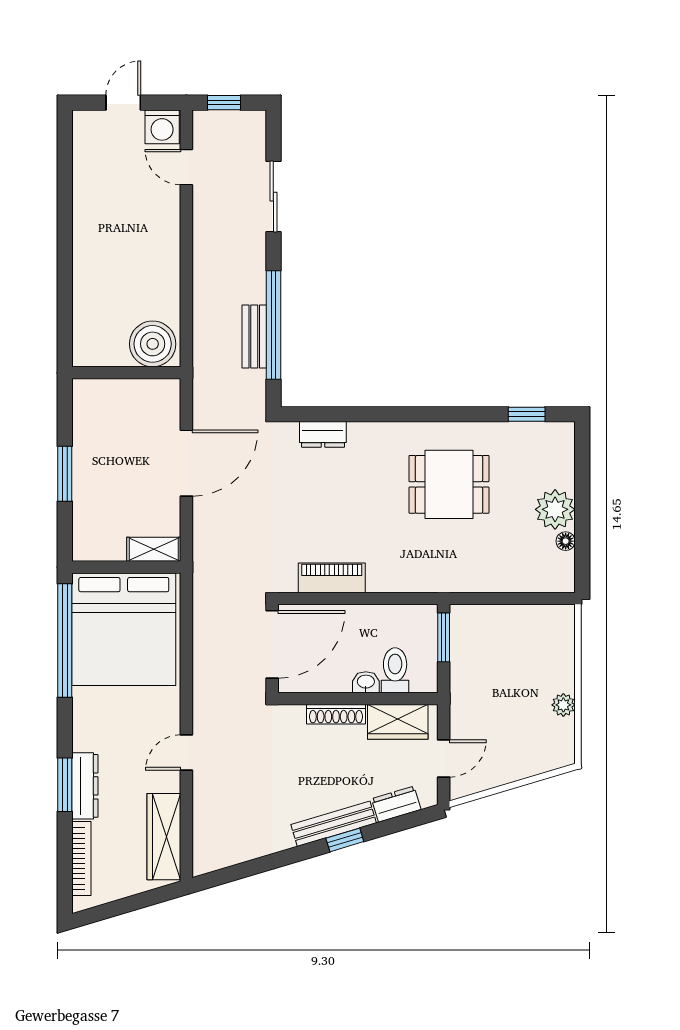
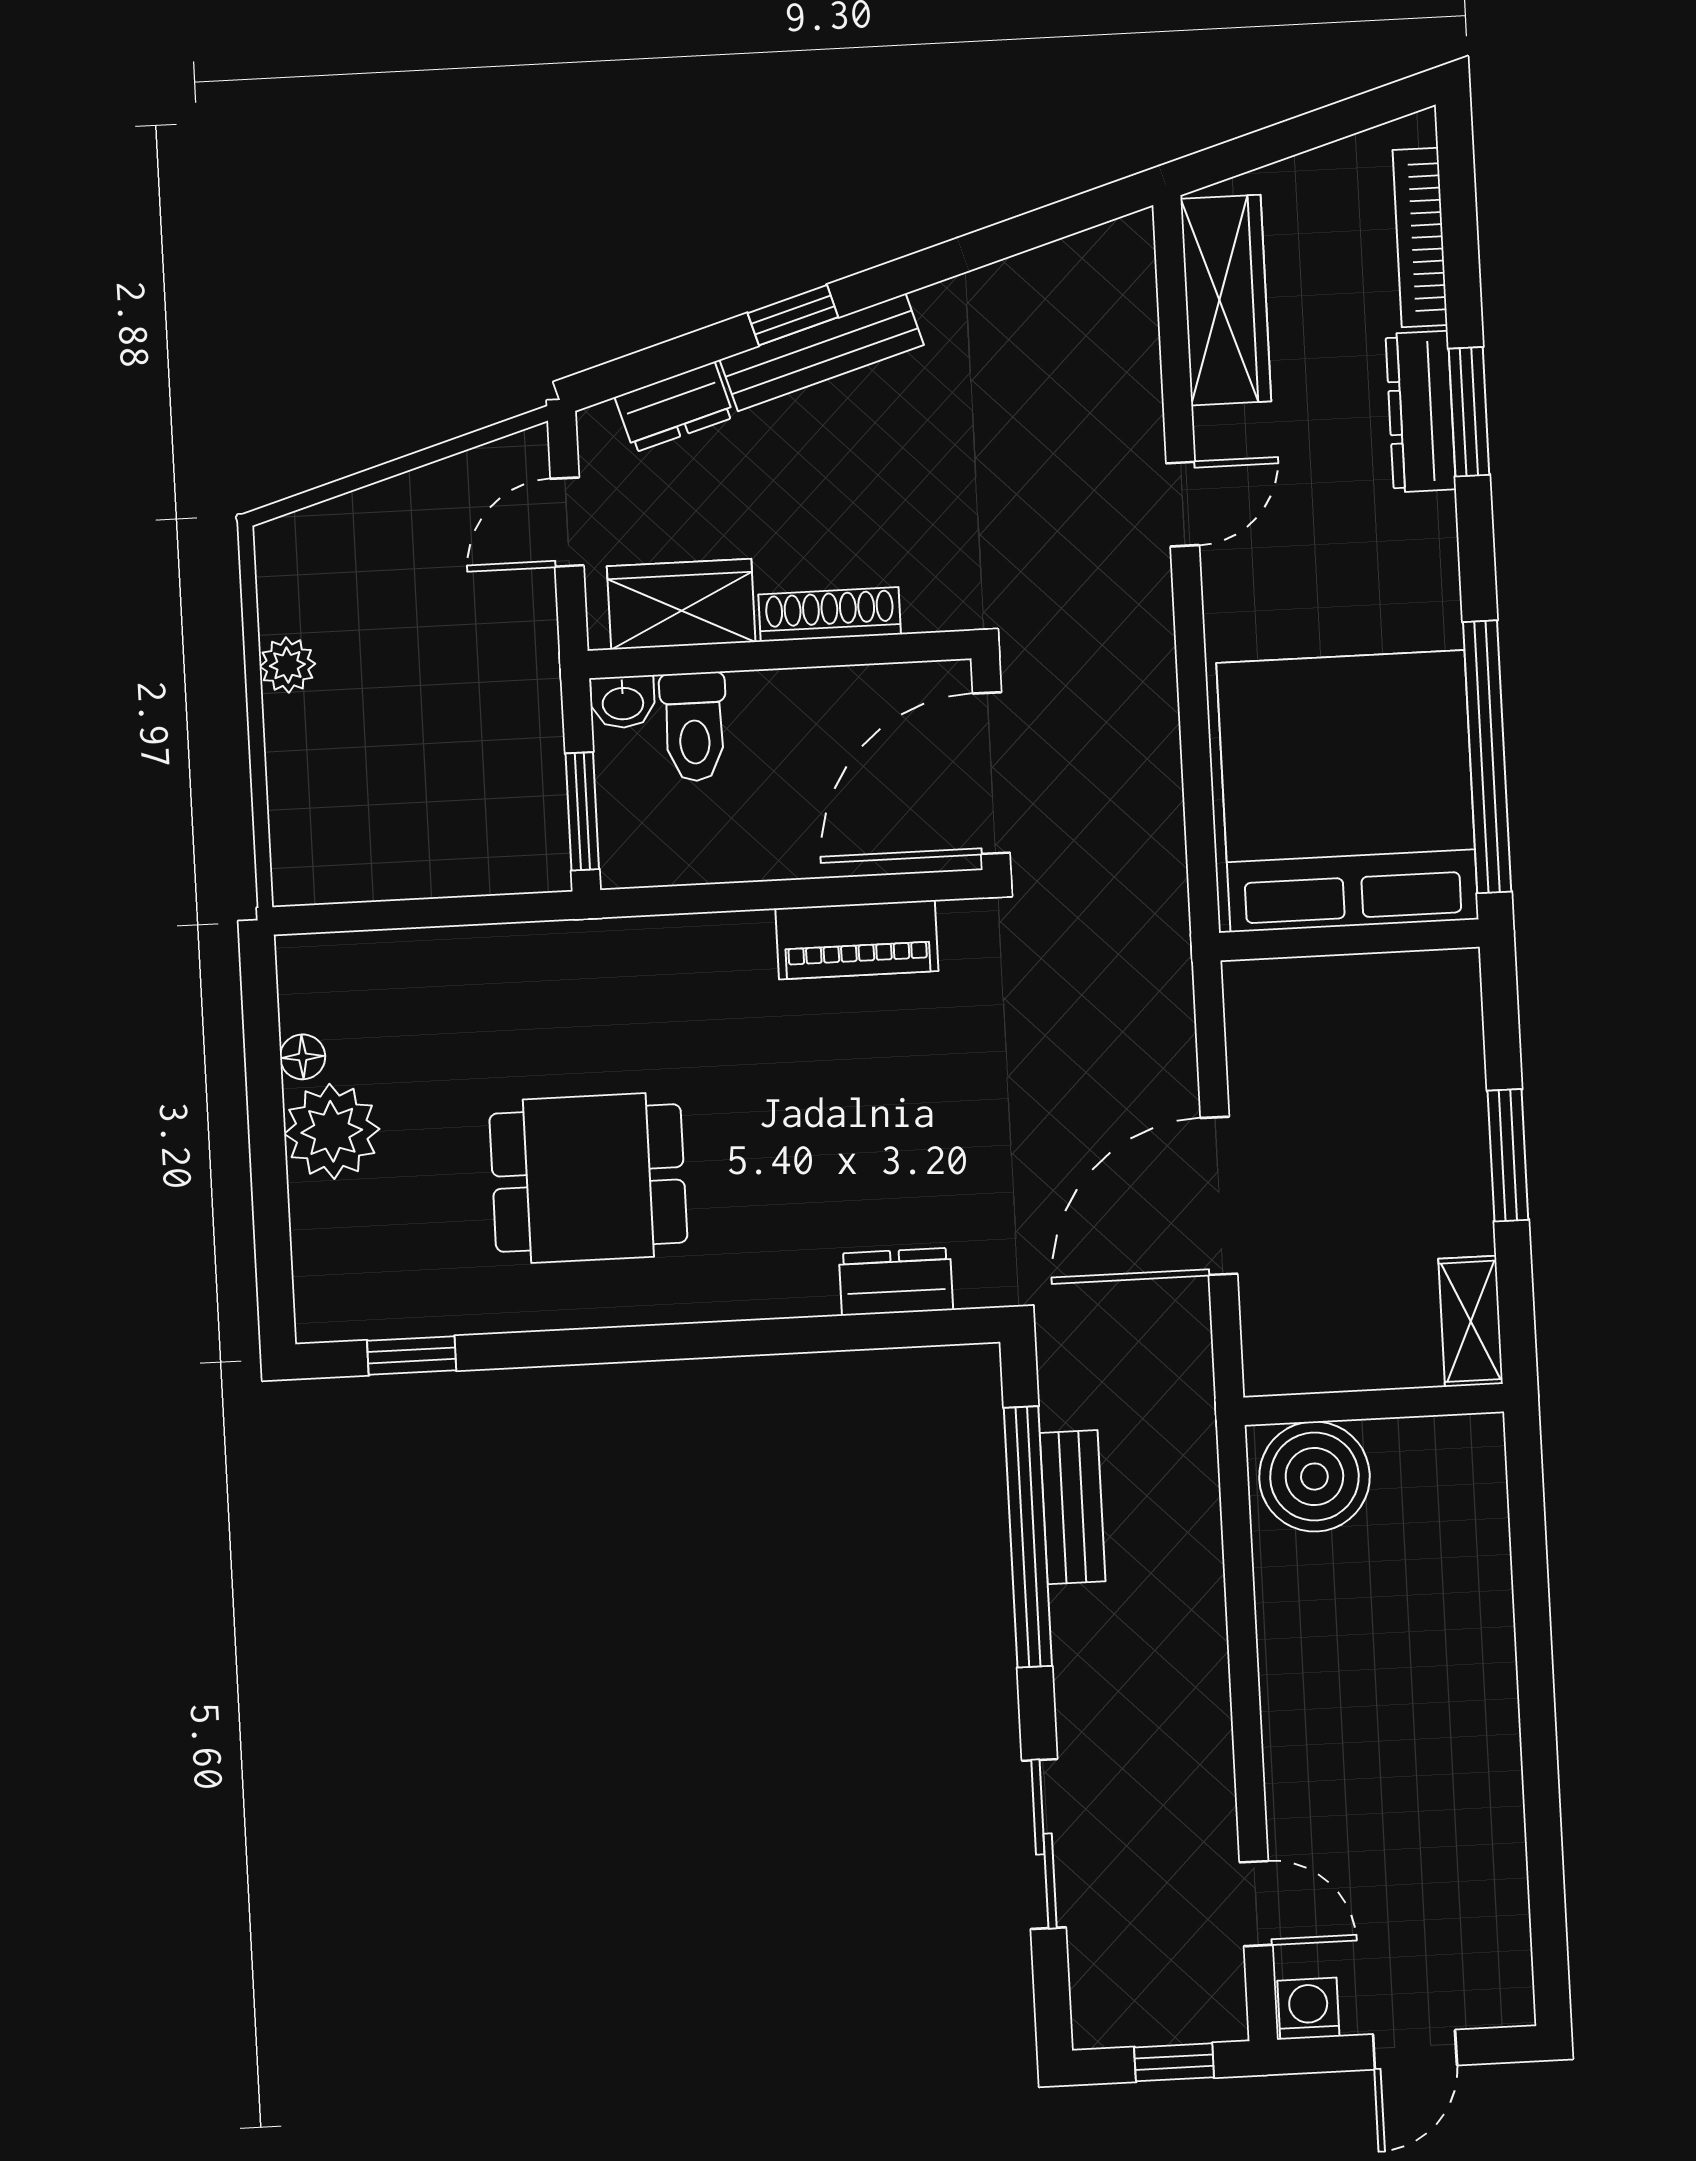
washing machine: (162, 127) -> (1308, 2009), width x0.73, depth x0.73
shelving: (154, 549) -> (1471, 1321), moved, turned 90
washbasin: (366, 682) -> (623, 702), moved

